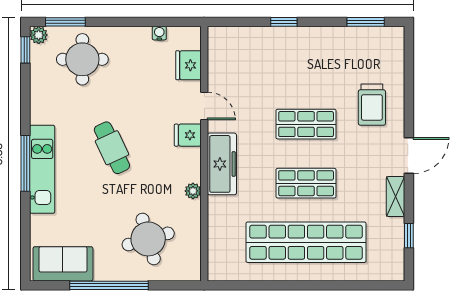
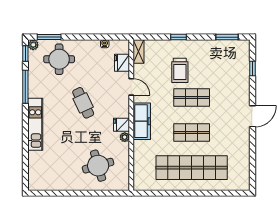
trolley: (372, 105) -> (180, 70), moved
fridge: (188, 135) -> (122, 125), moved
cafe table: (112, 148) -> (83, 103), moved
window: (25, 163) -> (25, 87), moved
shelving: (396, 196) -> (139, 51), moved
window: (409, 236) -> (253, 69), moved
sofa: (63, 264) -> (48, 180), removed
window: (109, 285) -> (75, 193), removed

